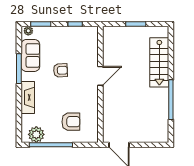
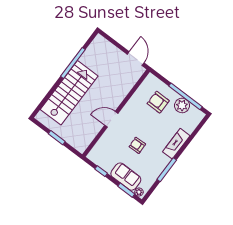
sofa: (30, 55) -> (126, 177), moved, turned 90
stairs: (159, 62) -> (69, 93), width x1.36, depth x1.51
plant: (36, 134) -> (182, 105), moved

